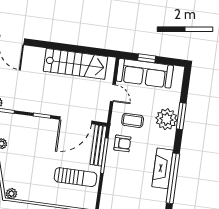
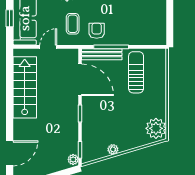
plant: (11, 194) -> (156, 128), width x1.88, depth x1.88

